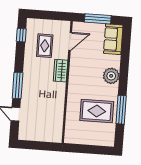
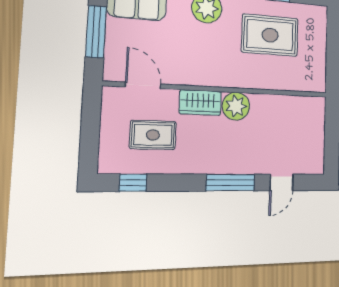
plant: (58, 90) -> (236, 106), added
rug: (97, 111) -> (270, 35), turned 90

